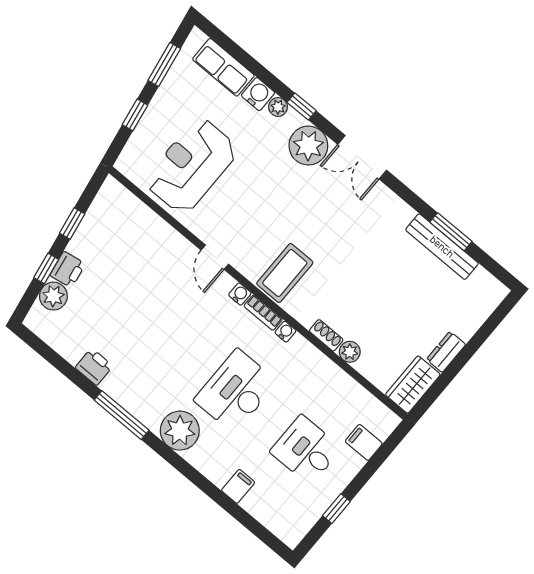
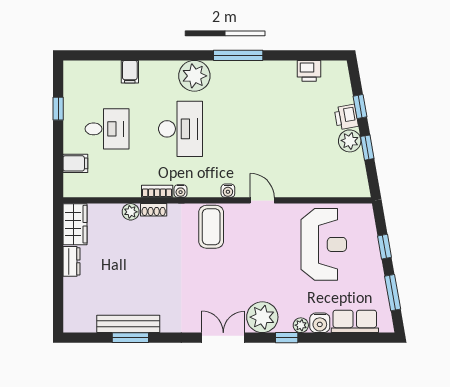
plant: (53, 296) -> (350, 141), moved
bookcase: (263, 313) -> (157, 191), moved
printer: (94, 367) -> (309, 71), moved

